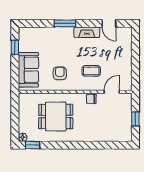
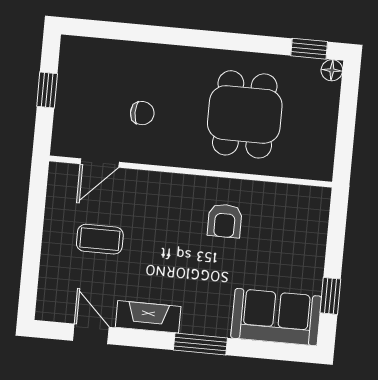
sofa: (28, 70) -> (276, 317), moved, turned 90
coffee table: (91, 71) -> (100, 239), moved
chair: (91, 99) -> (142, 113), moved
dining table: (56, 117) -> (245, 114), turned 90

